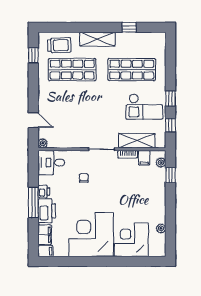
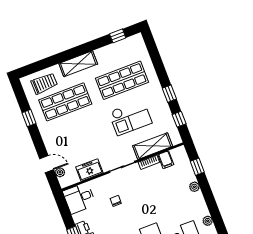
window: (129, 27) -> (118, 36), moved
window: (33, 56) -> (29, 118), moved
checkout: (144, 107) -> (130, 117), moved
freezer: (70, 140) -> (89, 170), added
plant: (43, 143) -> (60, 172), moved
plant: (161, 163) -> (194, 187), moved

